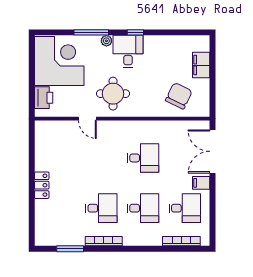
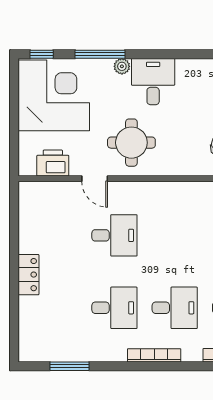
window: (135, 32) -> (42, 54), moved
printer: (44, 98) -> (53, 163), moved, turned -90
desk: (143, 158) -> (114, 235), moved
bookcase: (104, 241) -> (154, 355), moved

